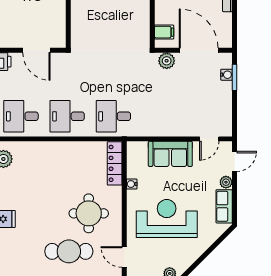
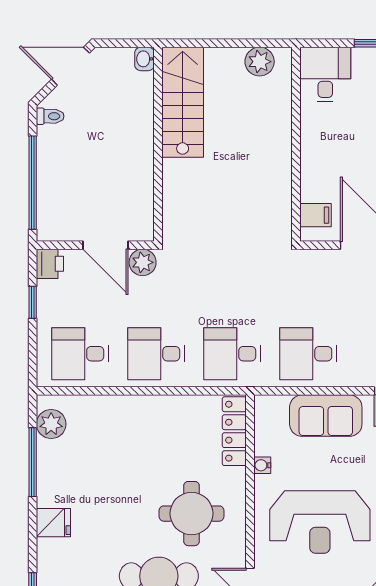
plant: (167, 61) -> (143, 262), moved
desk: (160, 116) -> (308, 354), added
reception desk: (167, 219) -> (320, 522), turned 180

